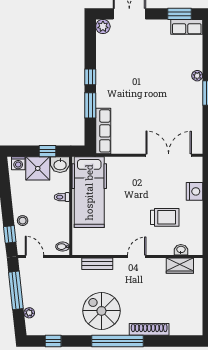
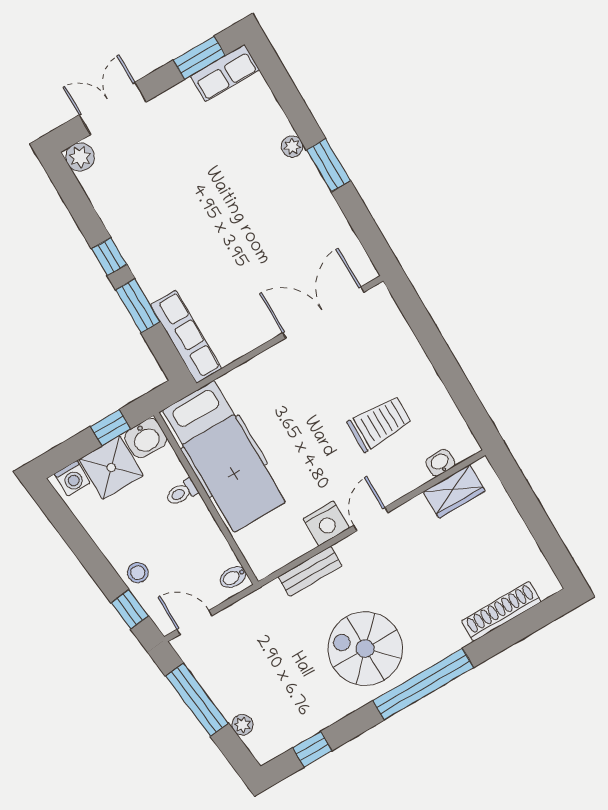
nightstand: (195, 191) -> (326, 523), moved, turned 90
shoe rack: (149, 329) -> (501, 611), moved

